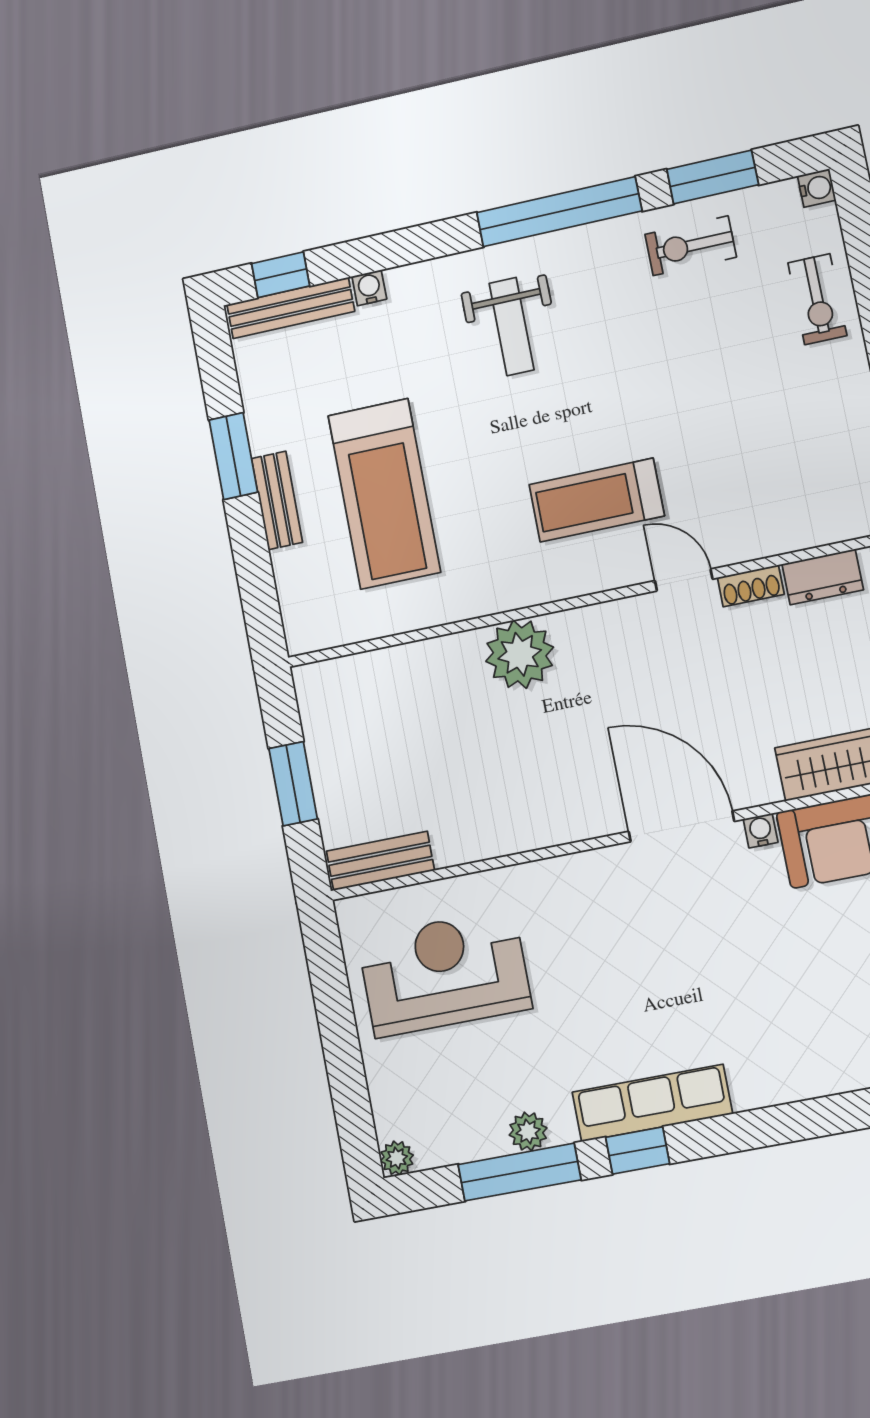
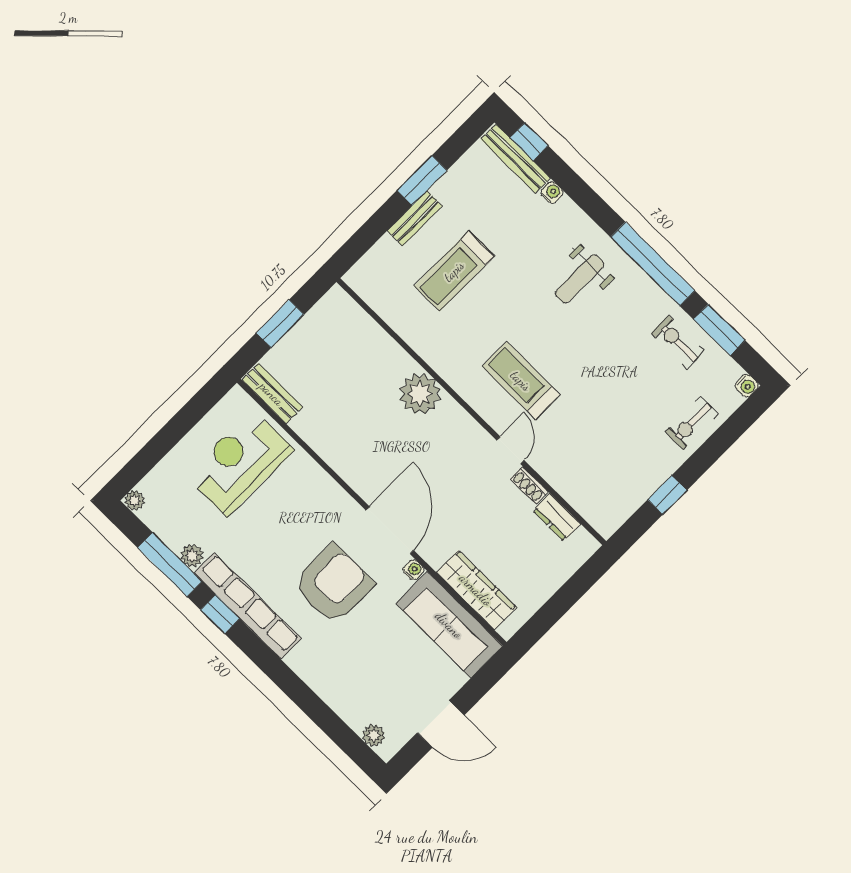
treadmill: (384, 494) -> (454, 271), width x0.73, depth x0.73
armchair: (704, 959) -> (333, 584), added
reception desk: (444, 973) -> (240, 463), turned -90
row of seats: (652, 1103) -> (247, 606), width x1.36

